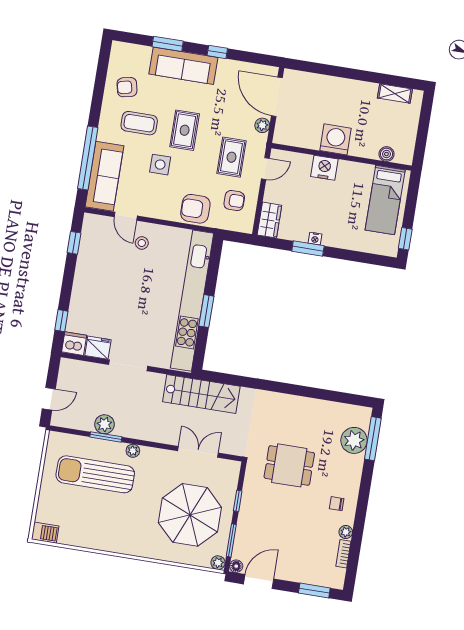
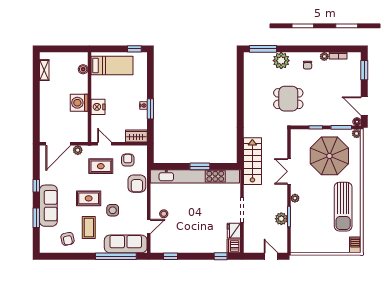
plant: (354, 440) -> (281, 61), moved
double door: (198, 452) -> (289, 171), moved
dining table: (289, 465) -> (288, 99), turned 90
sun lounger: (95, 474) -> (343, 207), moved

